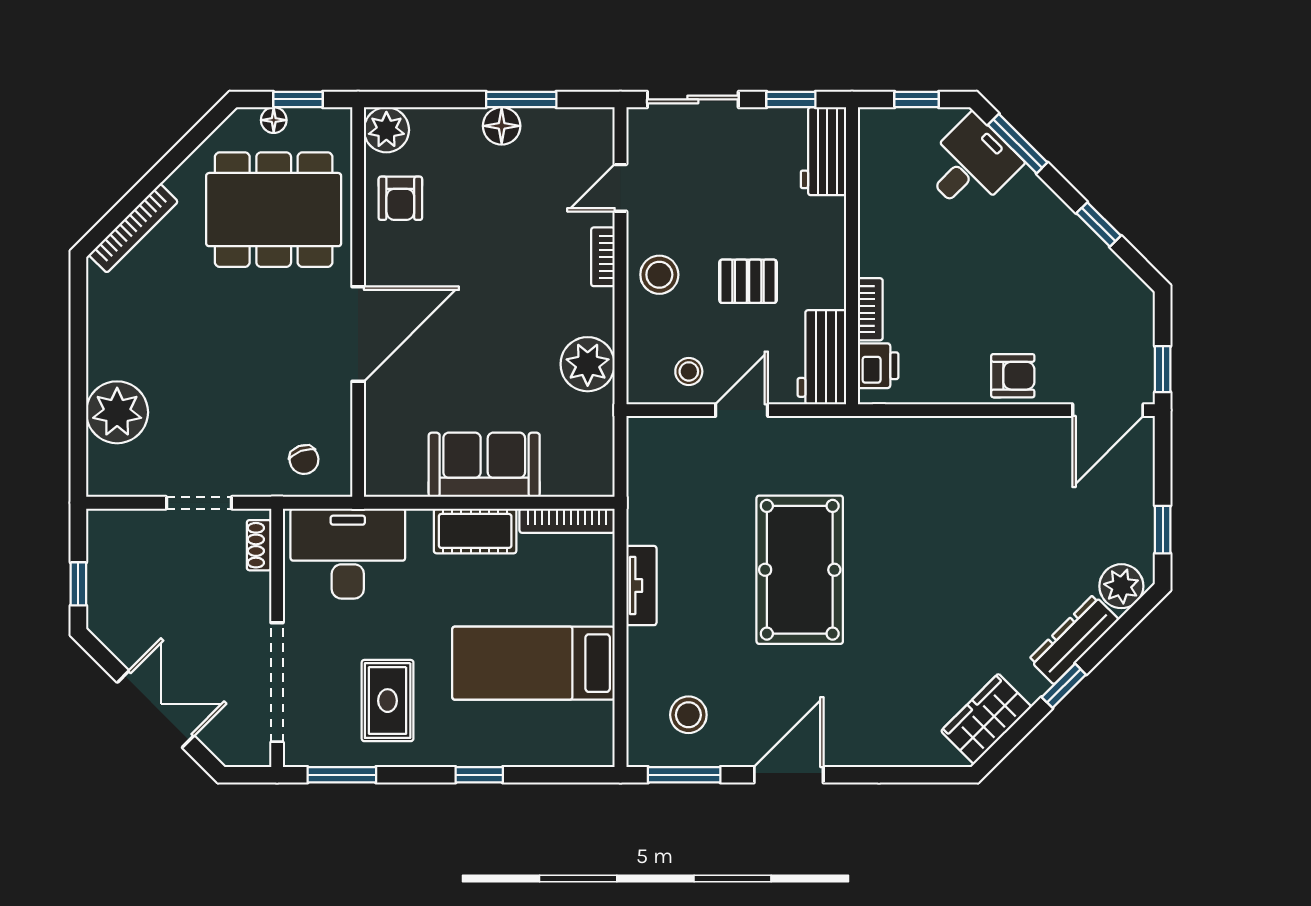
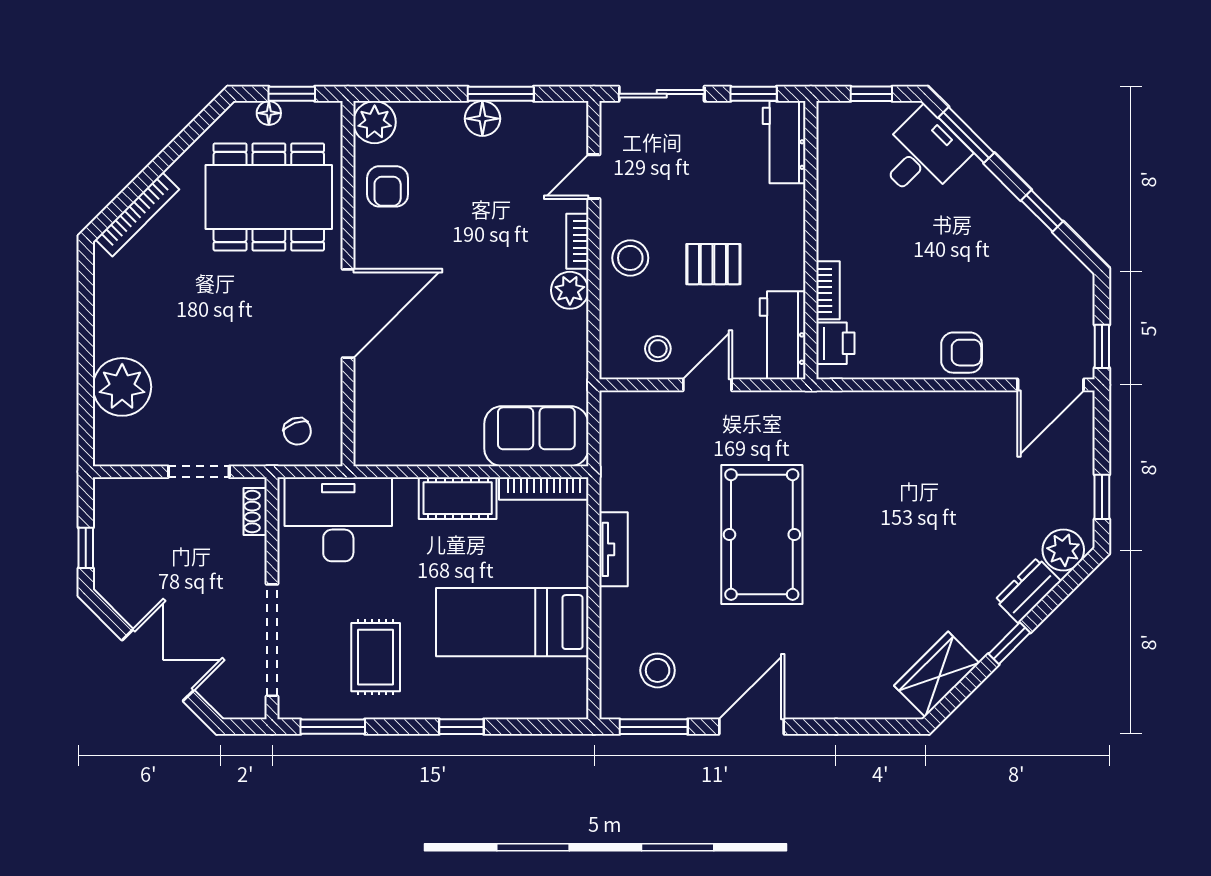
plant: (588, 364) -> (570, 290), moved, width x0.73, depth x0.73
sofa: (484, 465) -> (536, 436), moved
dresser: (1074, 639) -> (1028, 590), width x0.70

